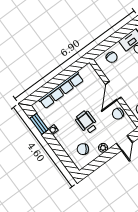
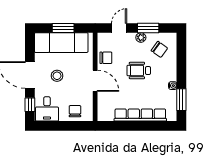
door: (113, 91) -> (95, 81), hinge flipped
wheelchair: (87, 122) -> (139, 71), turned 90
window: (103, 159) -> (148, 28), added

